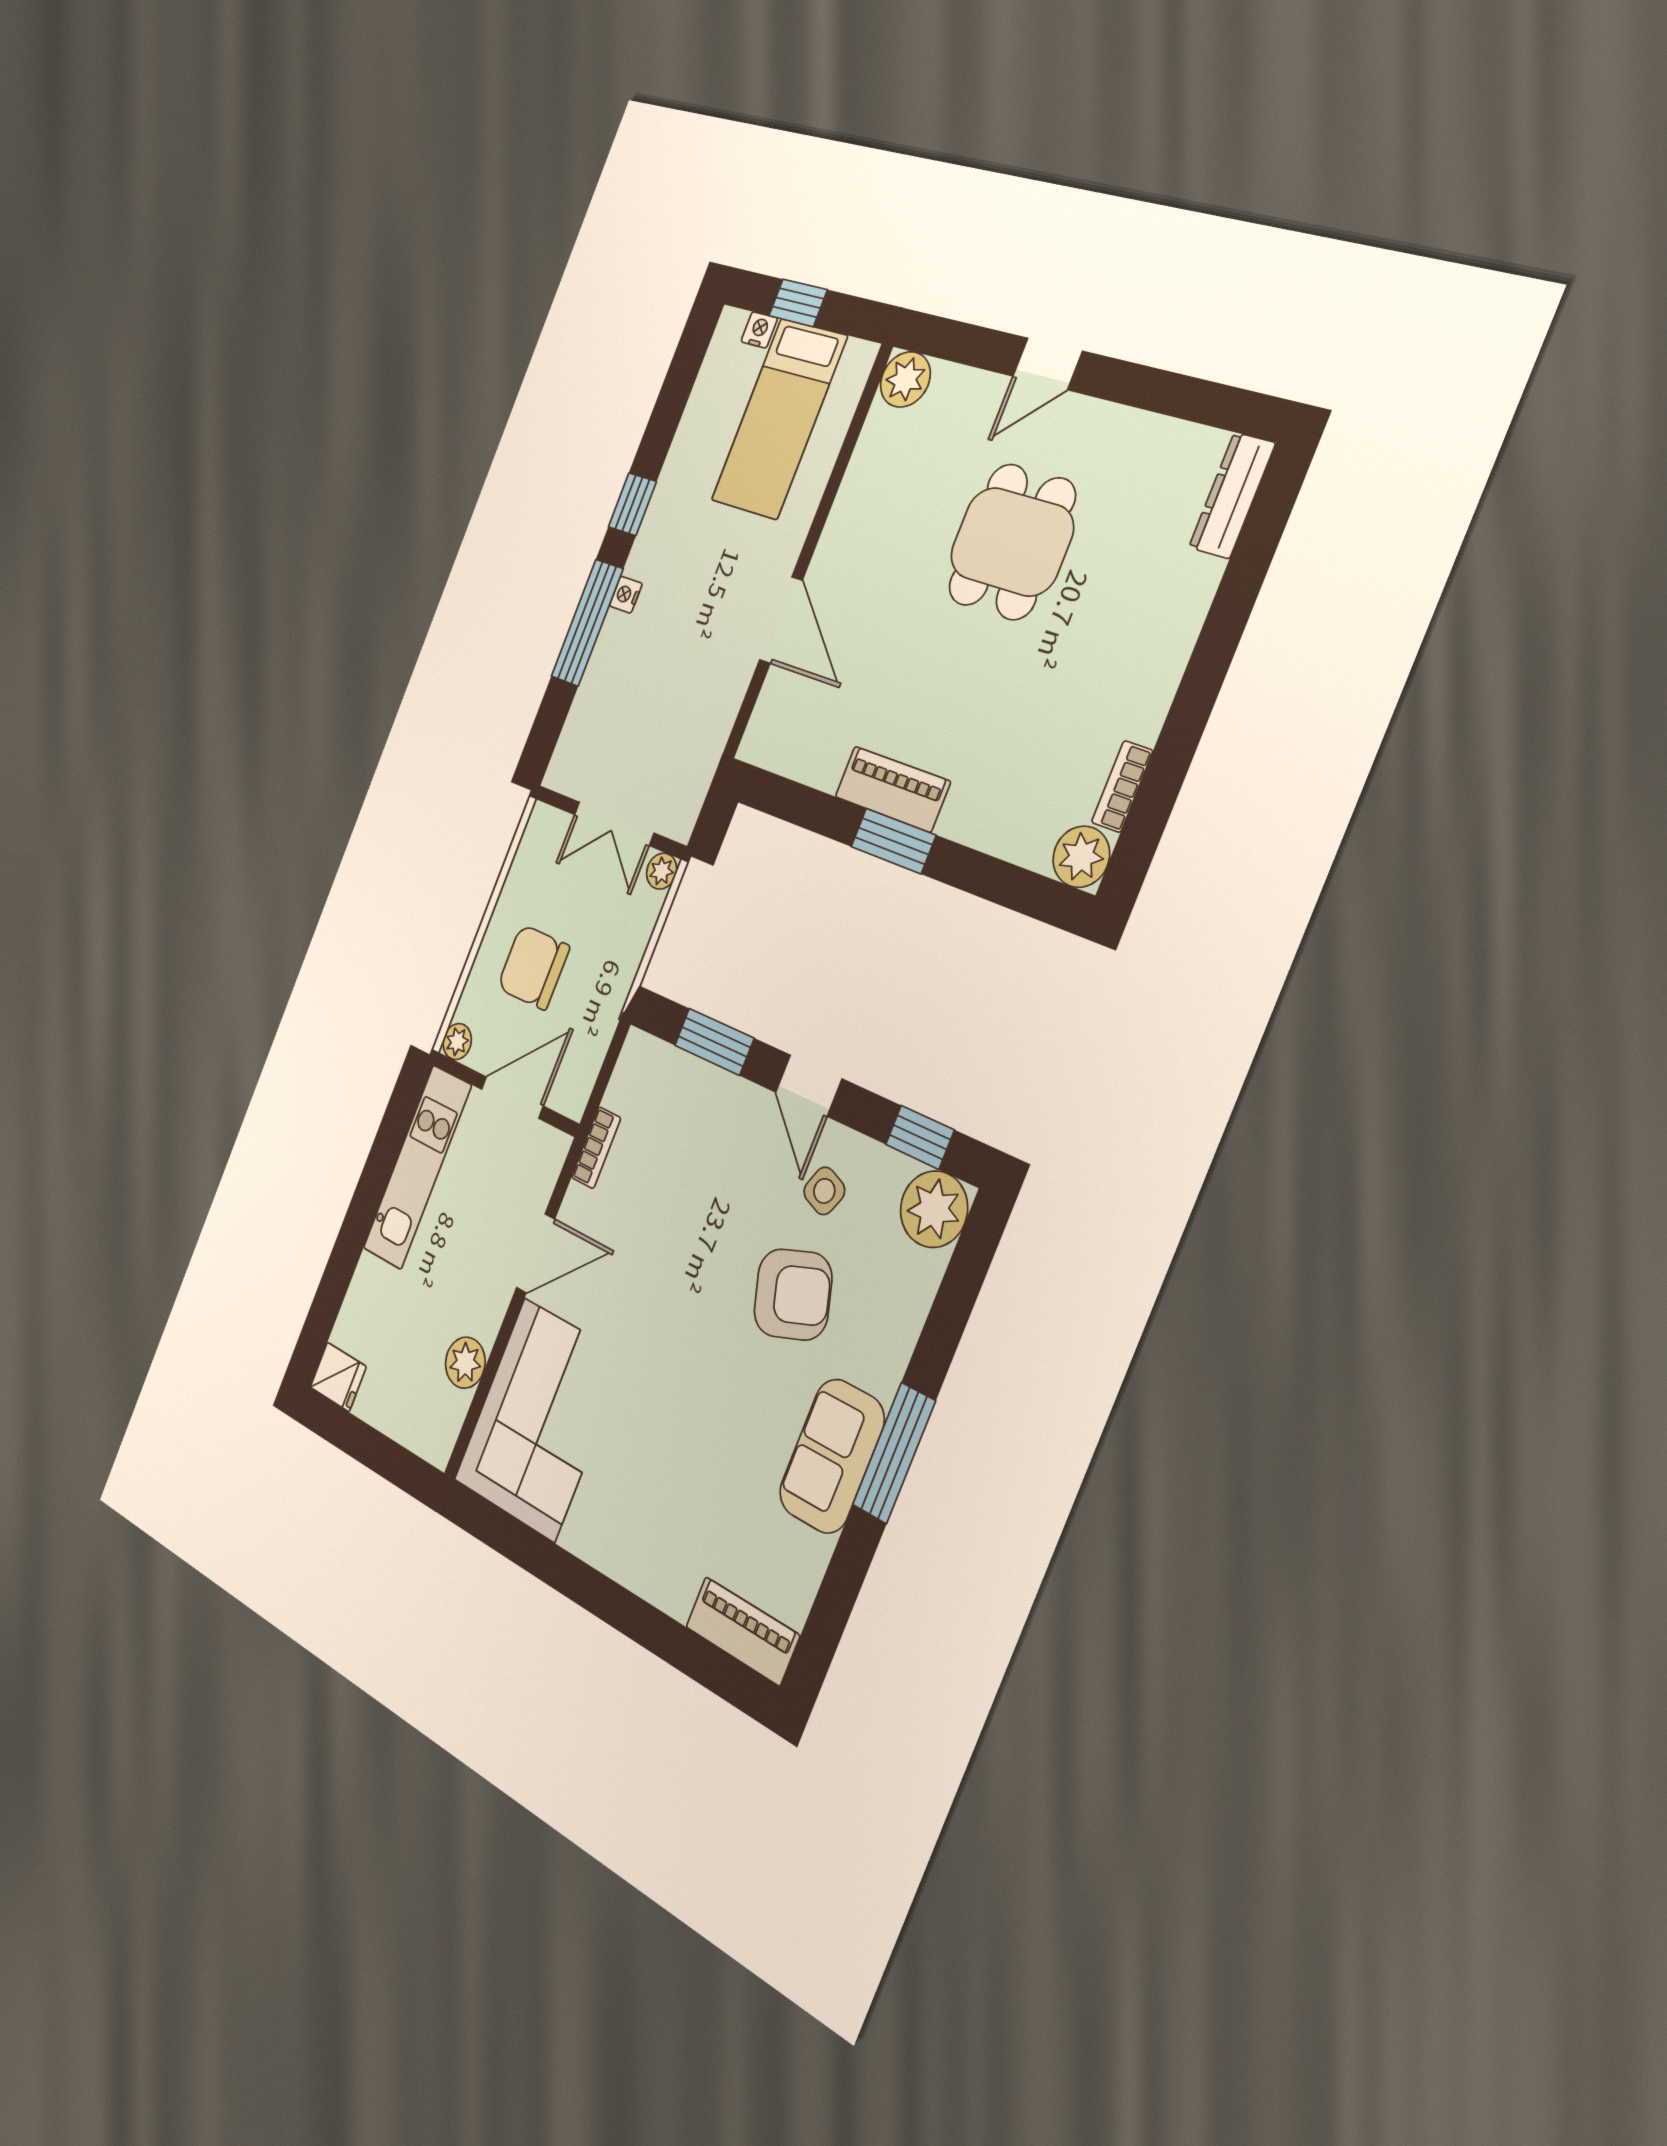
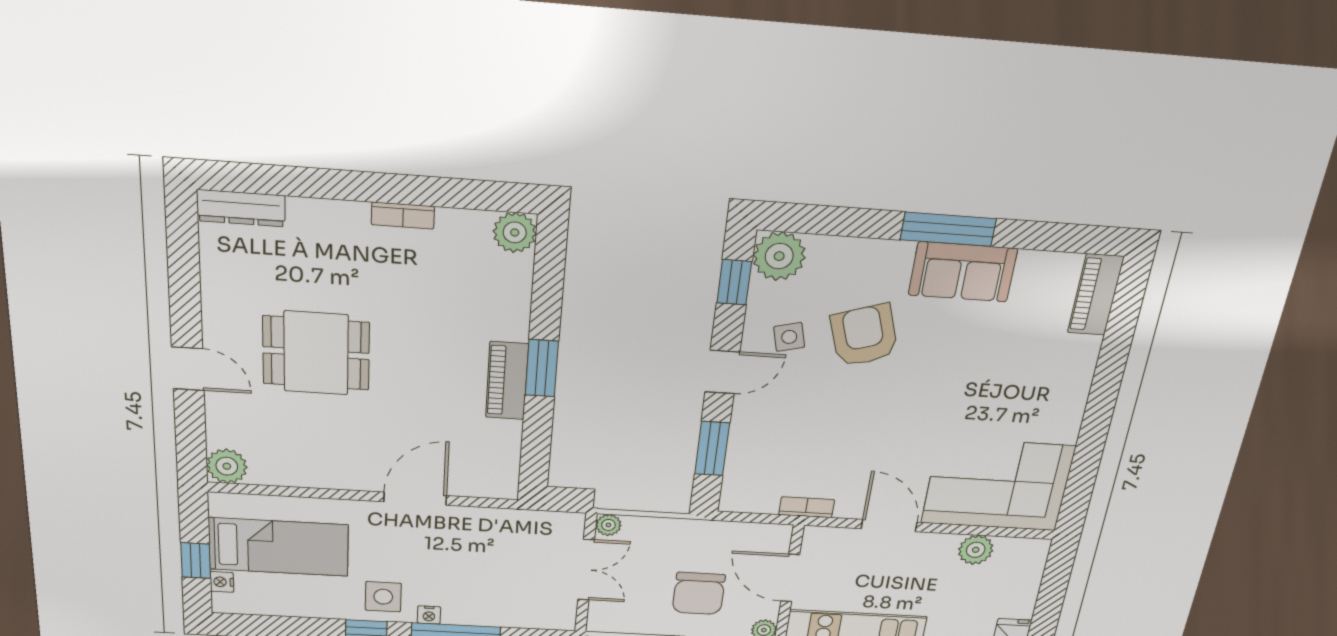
side table: (669, 540) -> (383, 597), added
bookcase: (1122, 787) -> (403, 216), moved
side table: (824, 1191) -> (789, 337), turned -36

